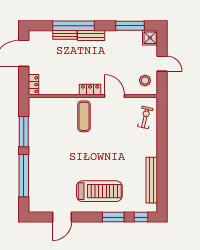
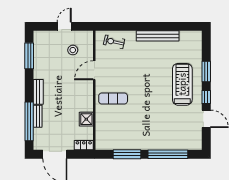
window: (73, 26) -> (29, 121), moved
shower: (150, 38) -> (86, 119), moved
stool: (145, 80) -> (73, 50), moved
locker: (90, 89) -> (88, 93), removed
bench: (152, 180) -> (158, 36), moved
window: (141, 217) -> (206, 97), moved

